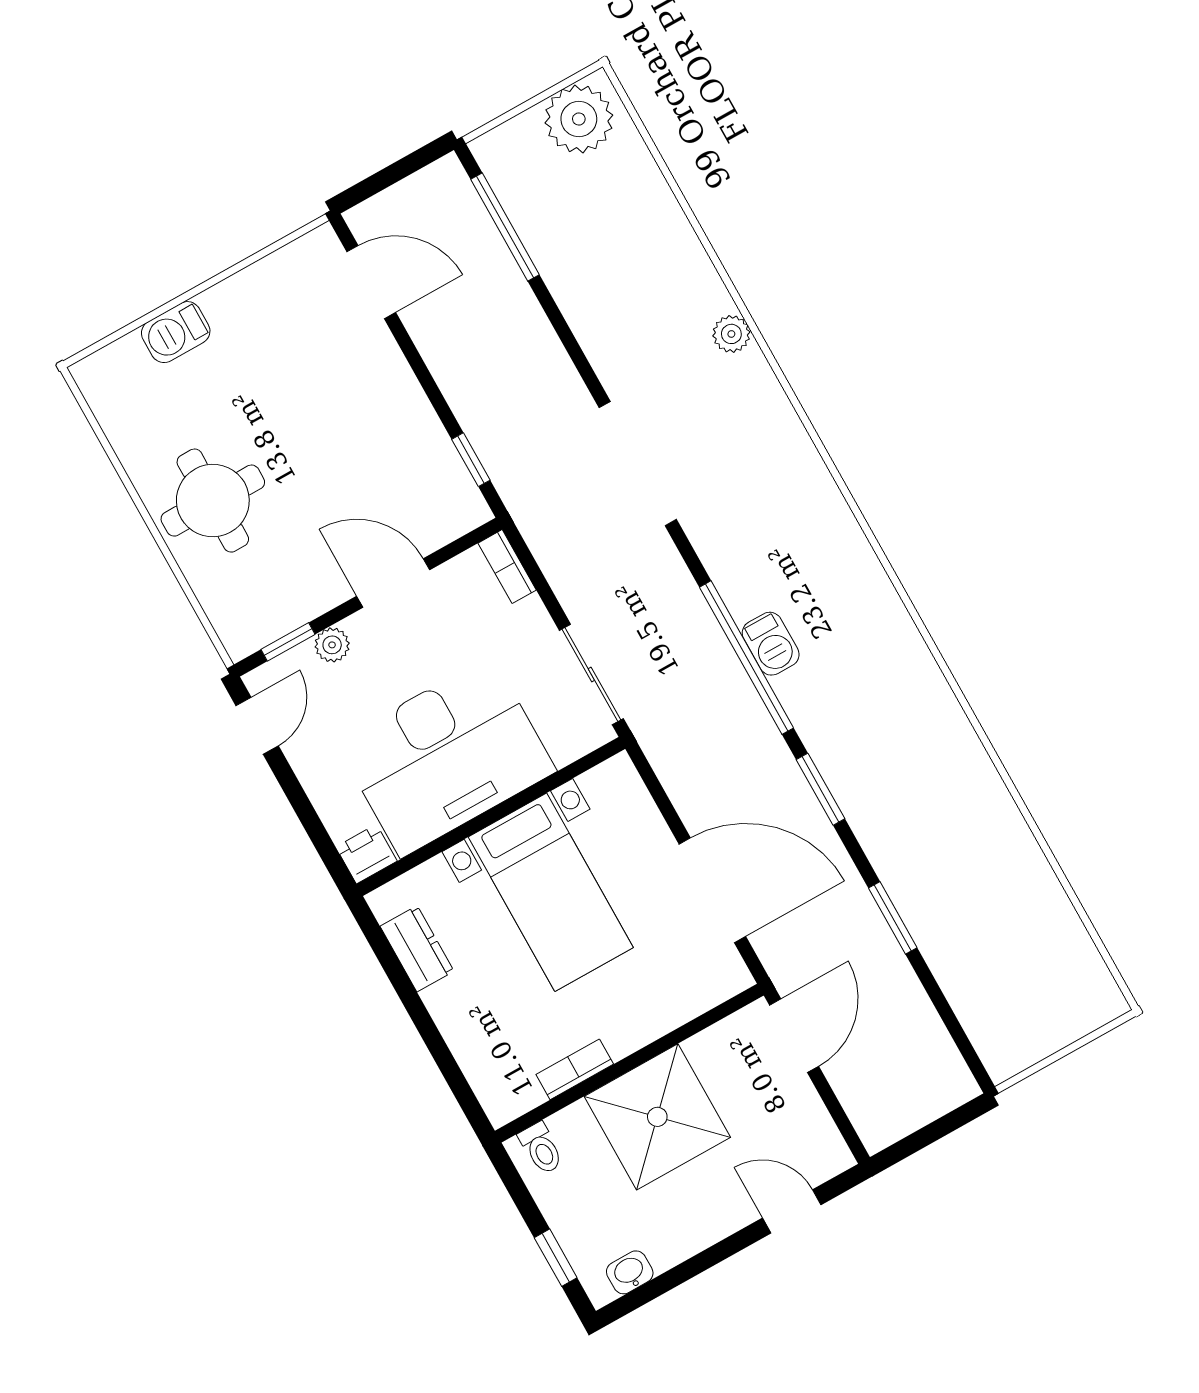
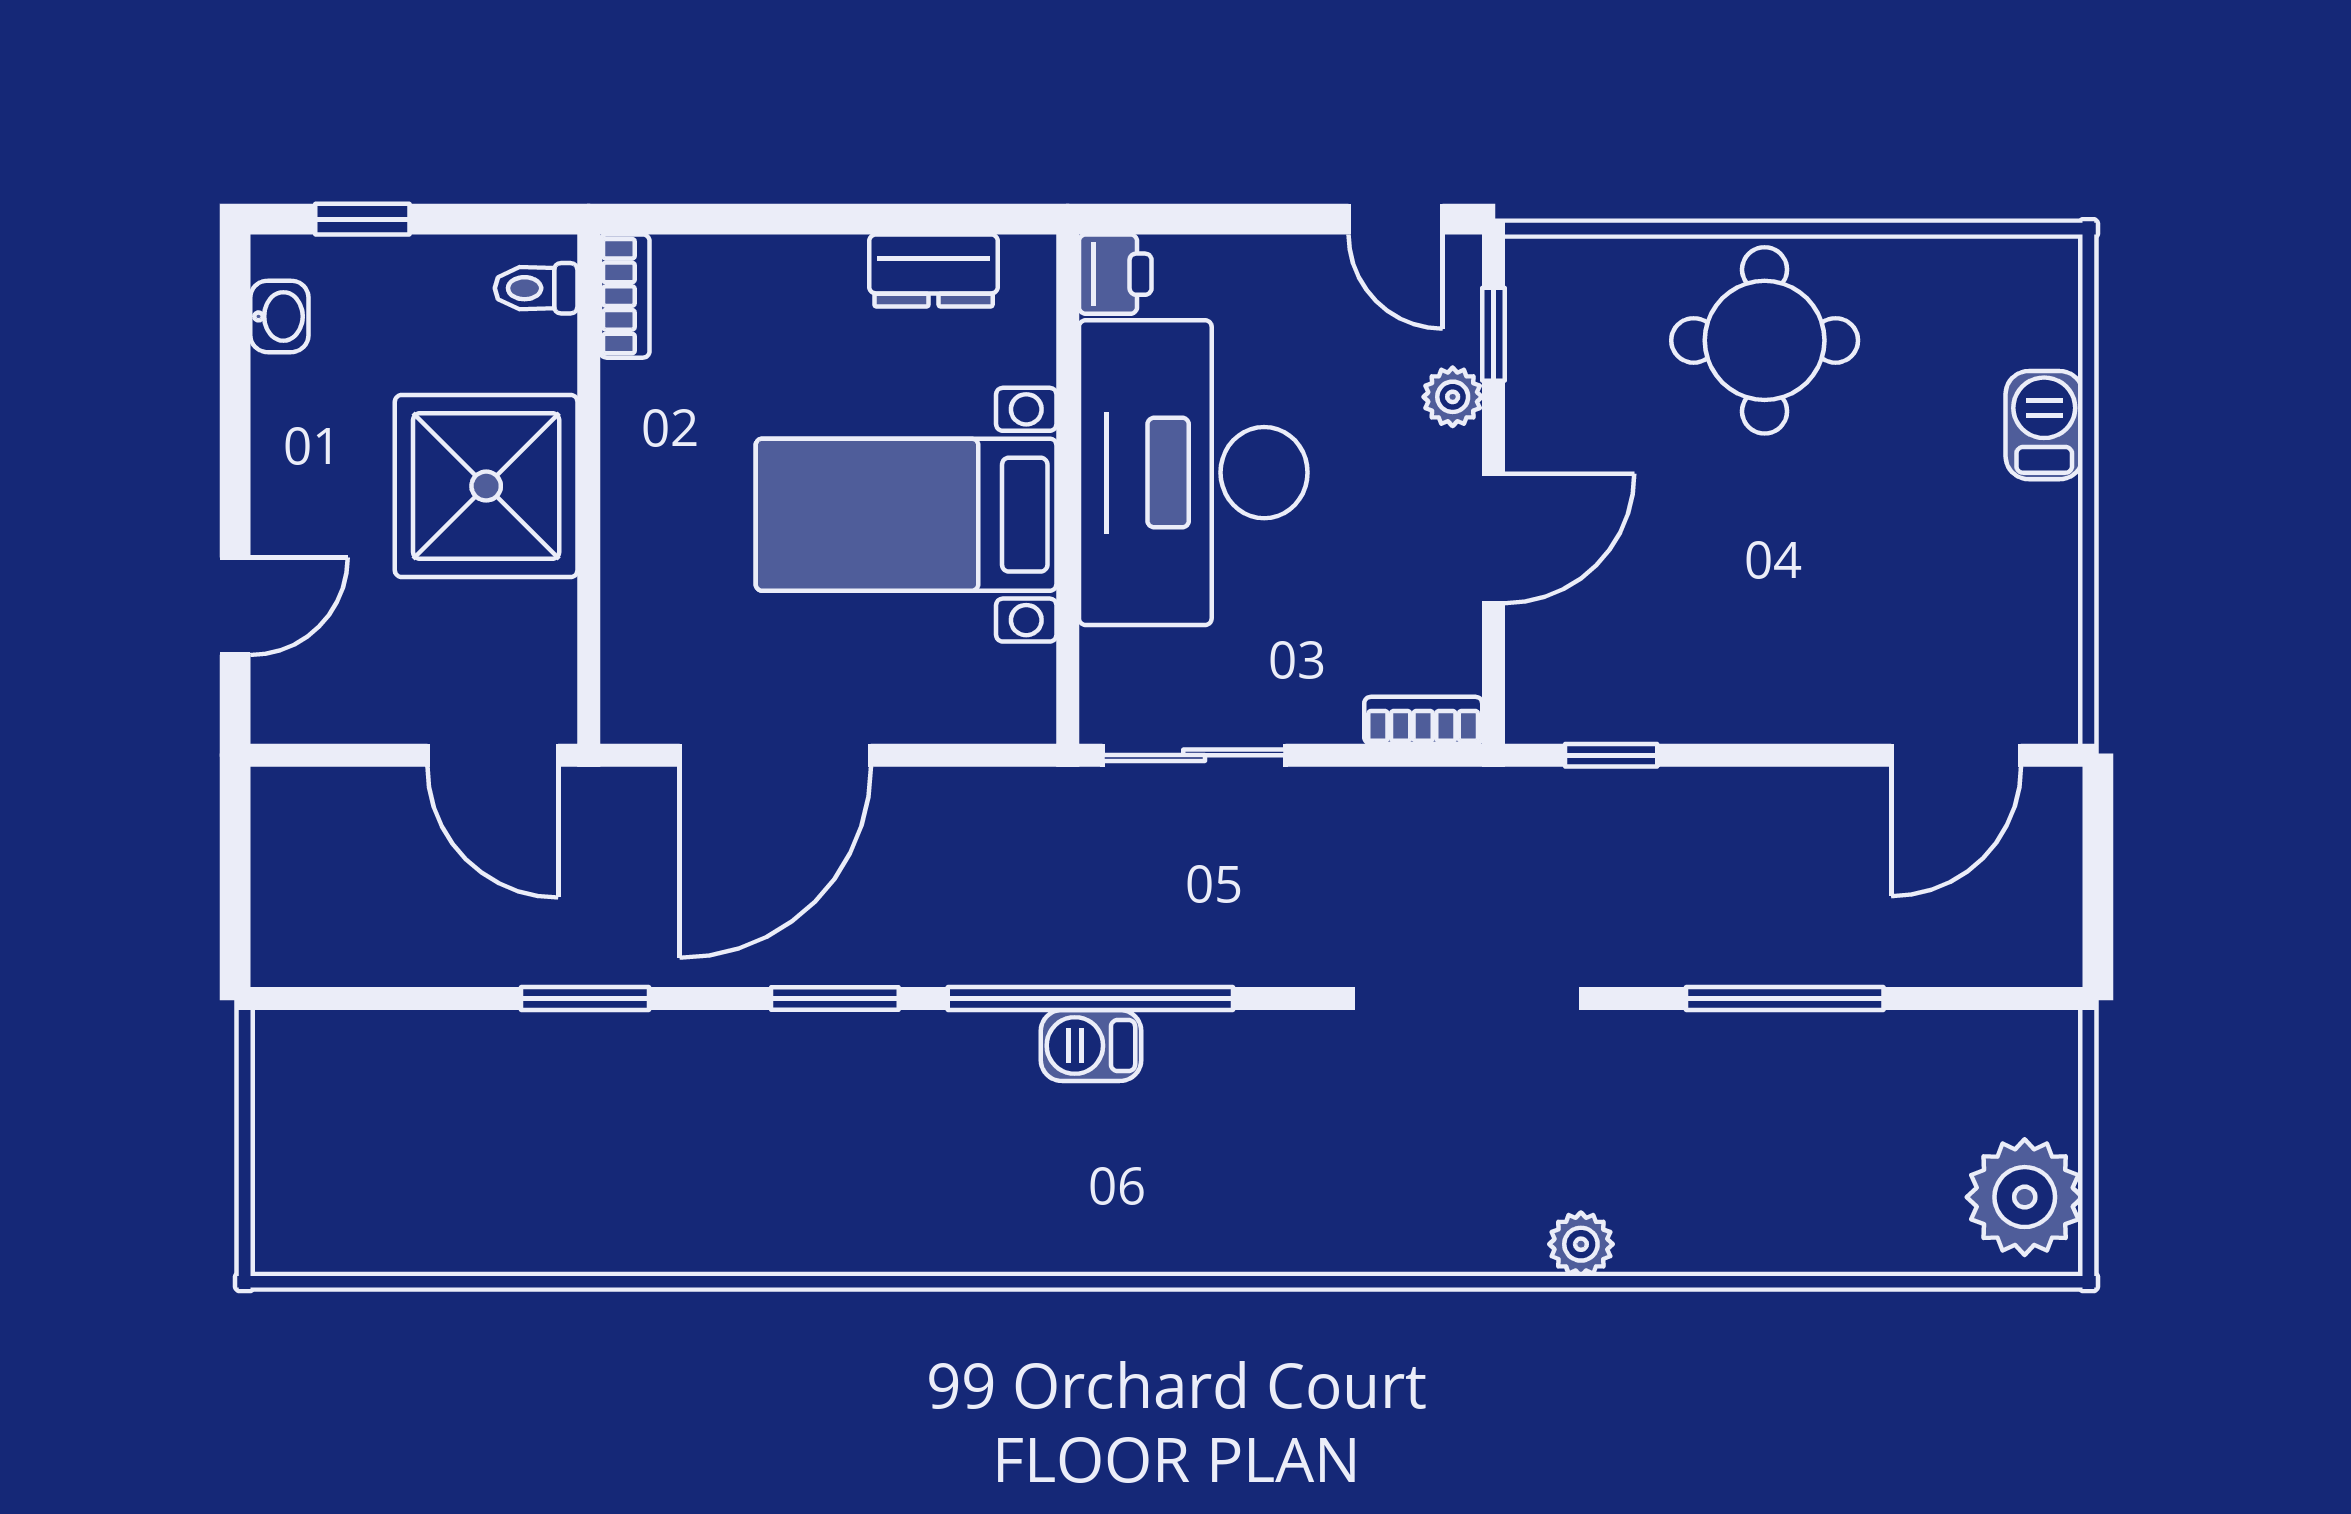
window: (505, 227) -> (1785, 999), moved
bookcase: (575, 1069) -> (625, 296), moved

